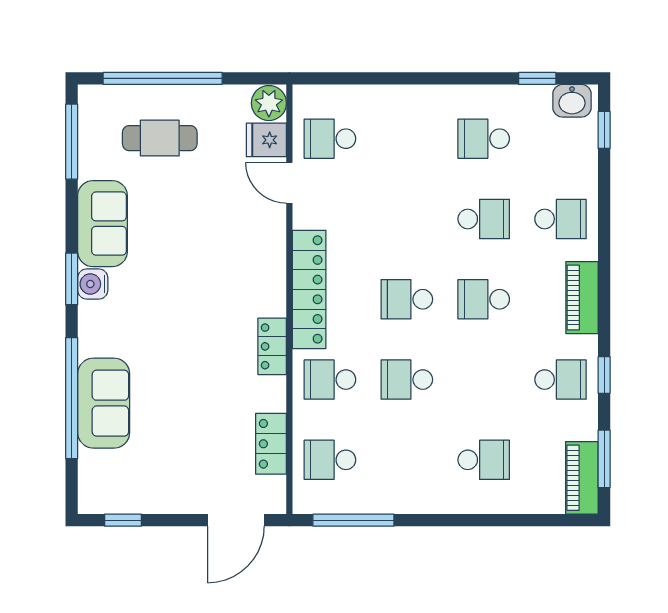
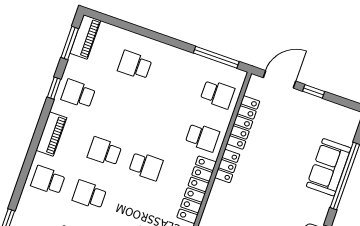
school desk: (484, 299) -> (105, 152), turned 180
school desk: (407, 380) -> (161, 123), removed
locker: (271, 444) -> (243, 122), width x1.53
window: (123, 520) -> (314, 91), moved

